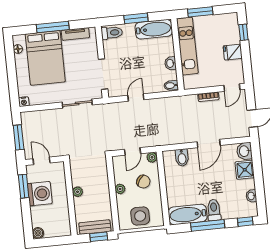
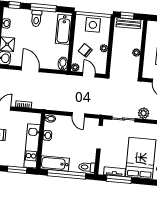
window: (136, 18) -> (67, 174), width x2.11
window: (53, 27) -> (119, 179), moved
door: (136, 97) -> (78, 115), hinge flipped
plant: (53, 116) -> (144, 113), added
door: (209, 144) -> (30, 69), hinge flipped
door: (132, 151) -> (89, 75), hinge flipped
bidet: (182, 158) -> (63, 64), moved
bathtub: (188, 214) -> (64, 29), moved, turned 90

